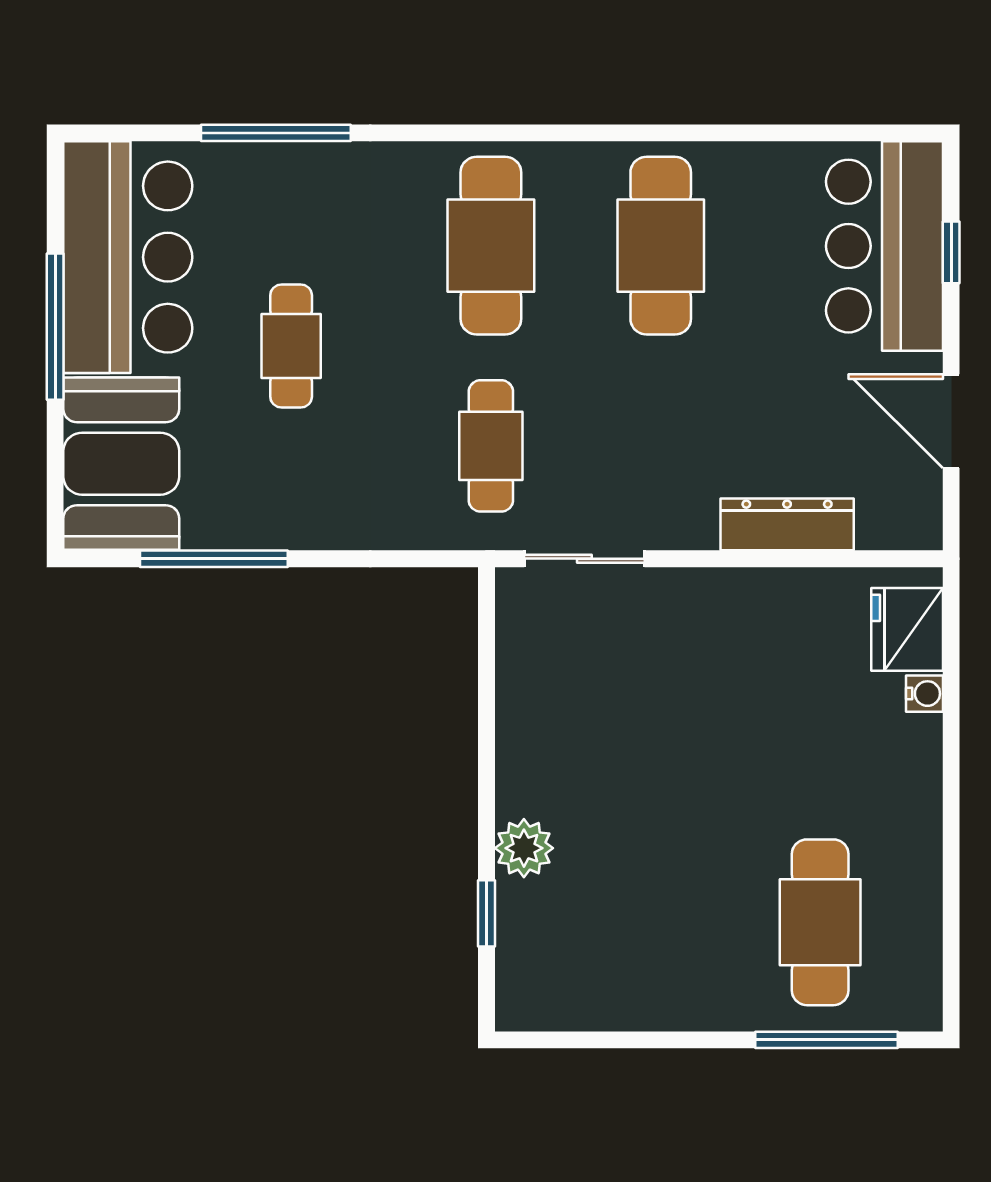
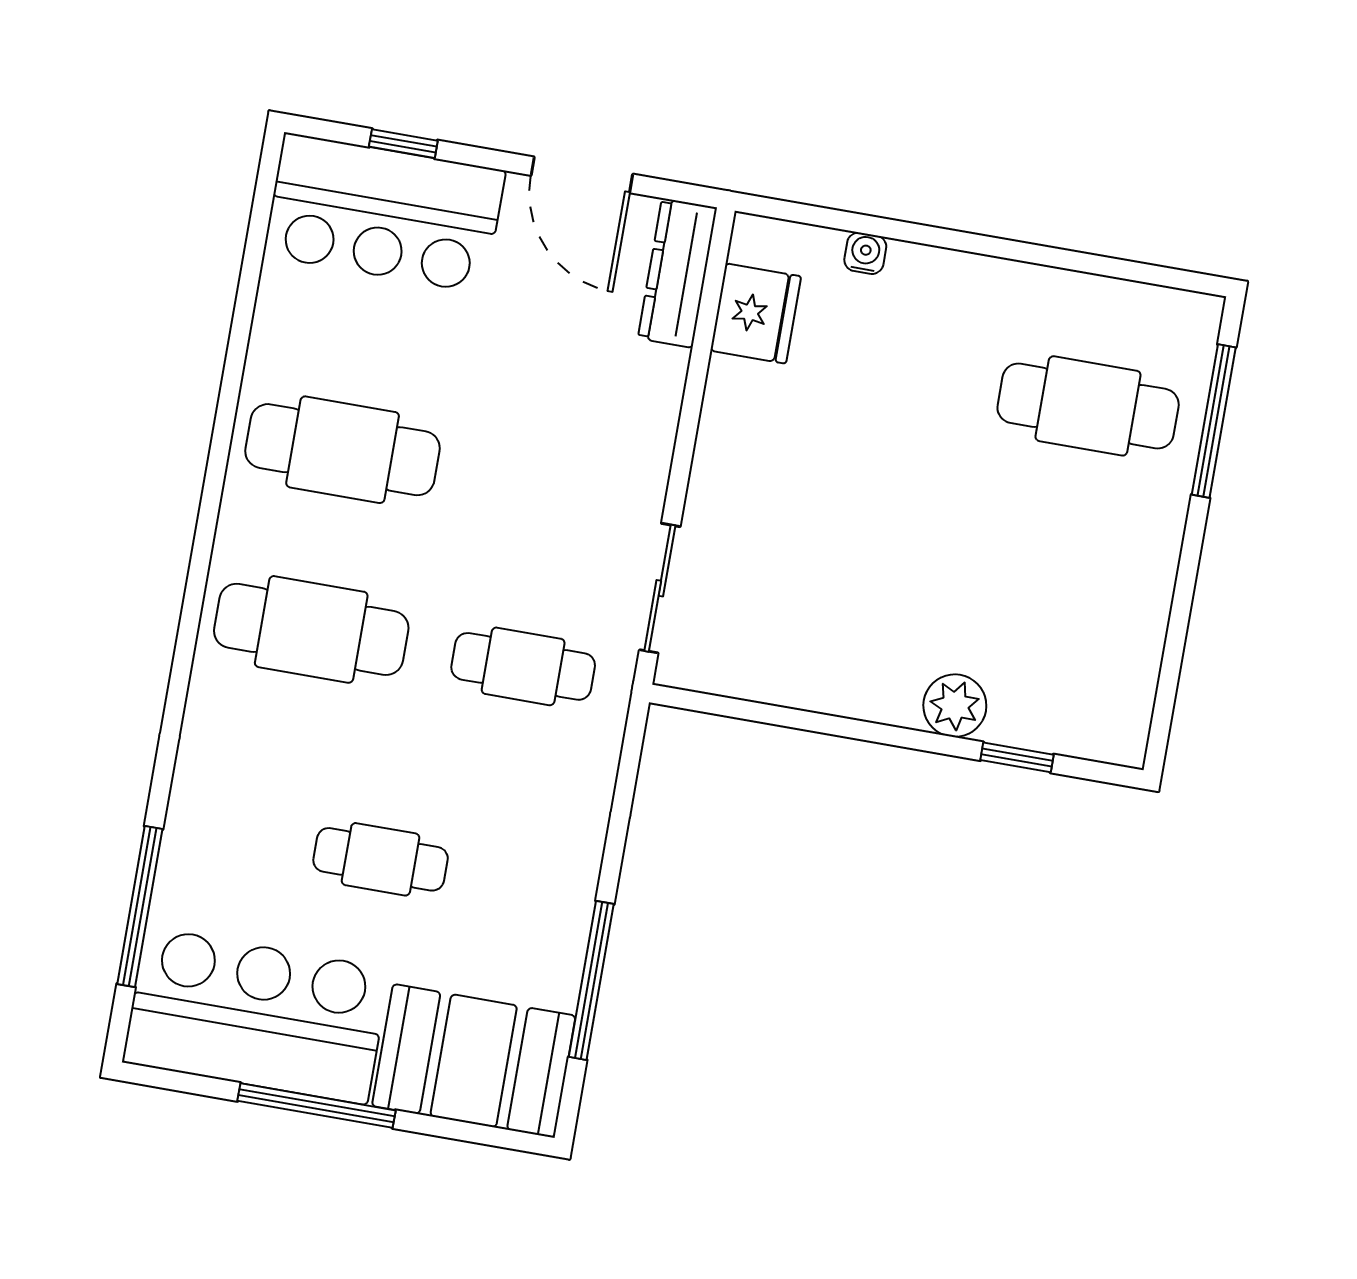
window: (276, 133) -> (140, 907), moved
door: (951, 421) -> (582, 175), hinge flipped
dresser: (787, 524) -> (677, 273), moved
fridge: (907, 629) -> (756, 313), moved, turned -90

